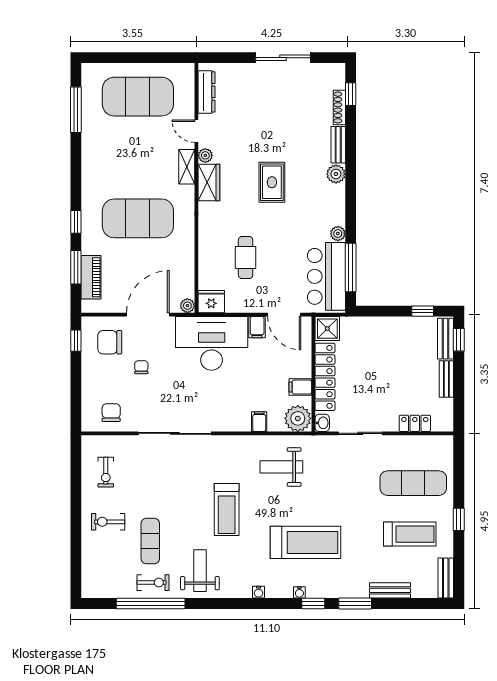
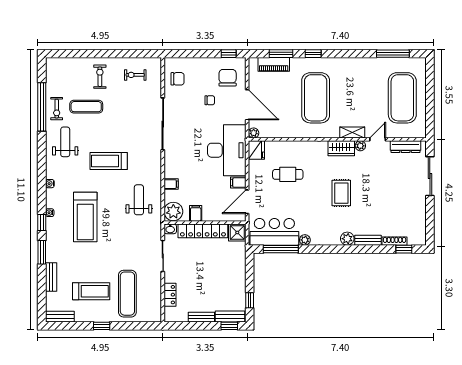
sliding door: (283, 58) -> (430, 176), moved
rug: (272, 182) -> (341, 193), turned 90
treadmill: (410, 534) -> (91, 291), turned -90
weight bench: (200, 571) -> (65, 142), turned -90

